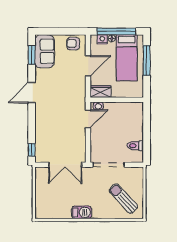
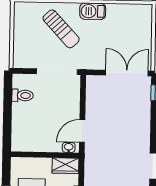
double door: (65, 165) -> (127, 73), moved
sun lounger: (123, 199) -> (61, 29), moved

